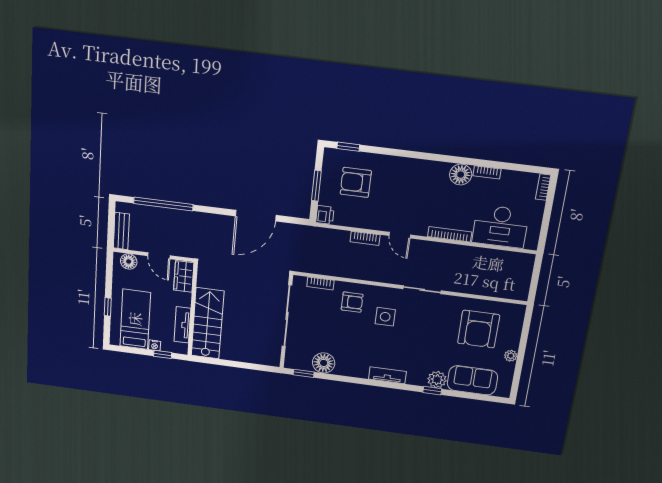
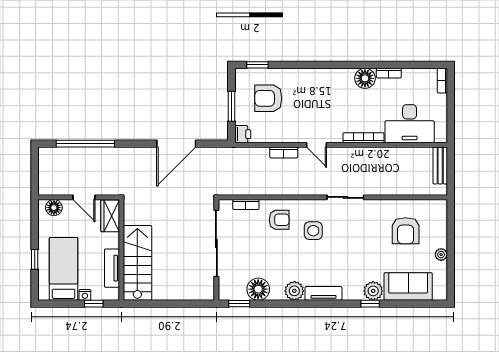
bench: (121, 231) -> (440, 166), moved
armchair: (479, 329) -> (406, 231), width x0.73, depth x0.73
plant: (359, 369) -> (294, 291), added

